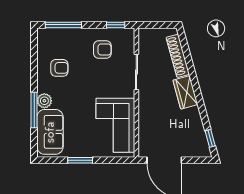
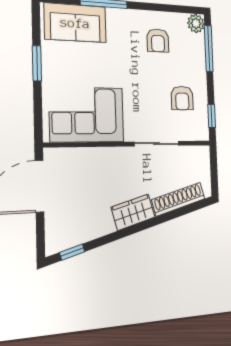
plant: (44, 101) -> (196, 23), moved

